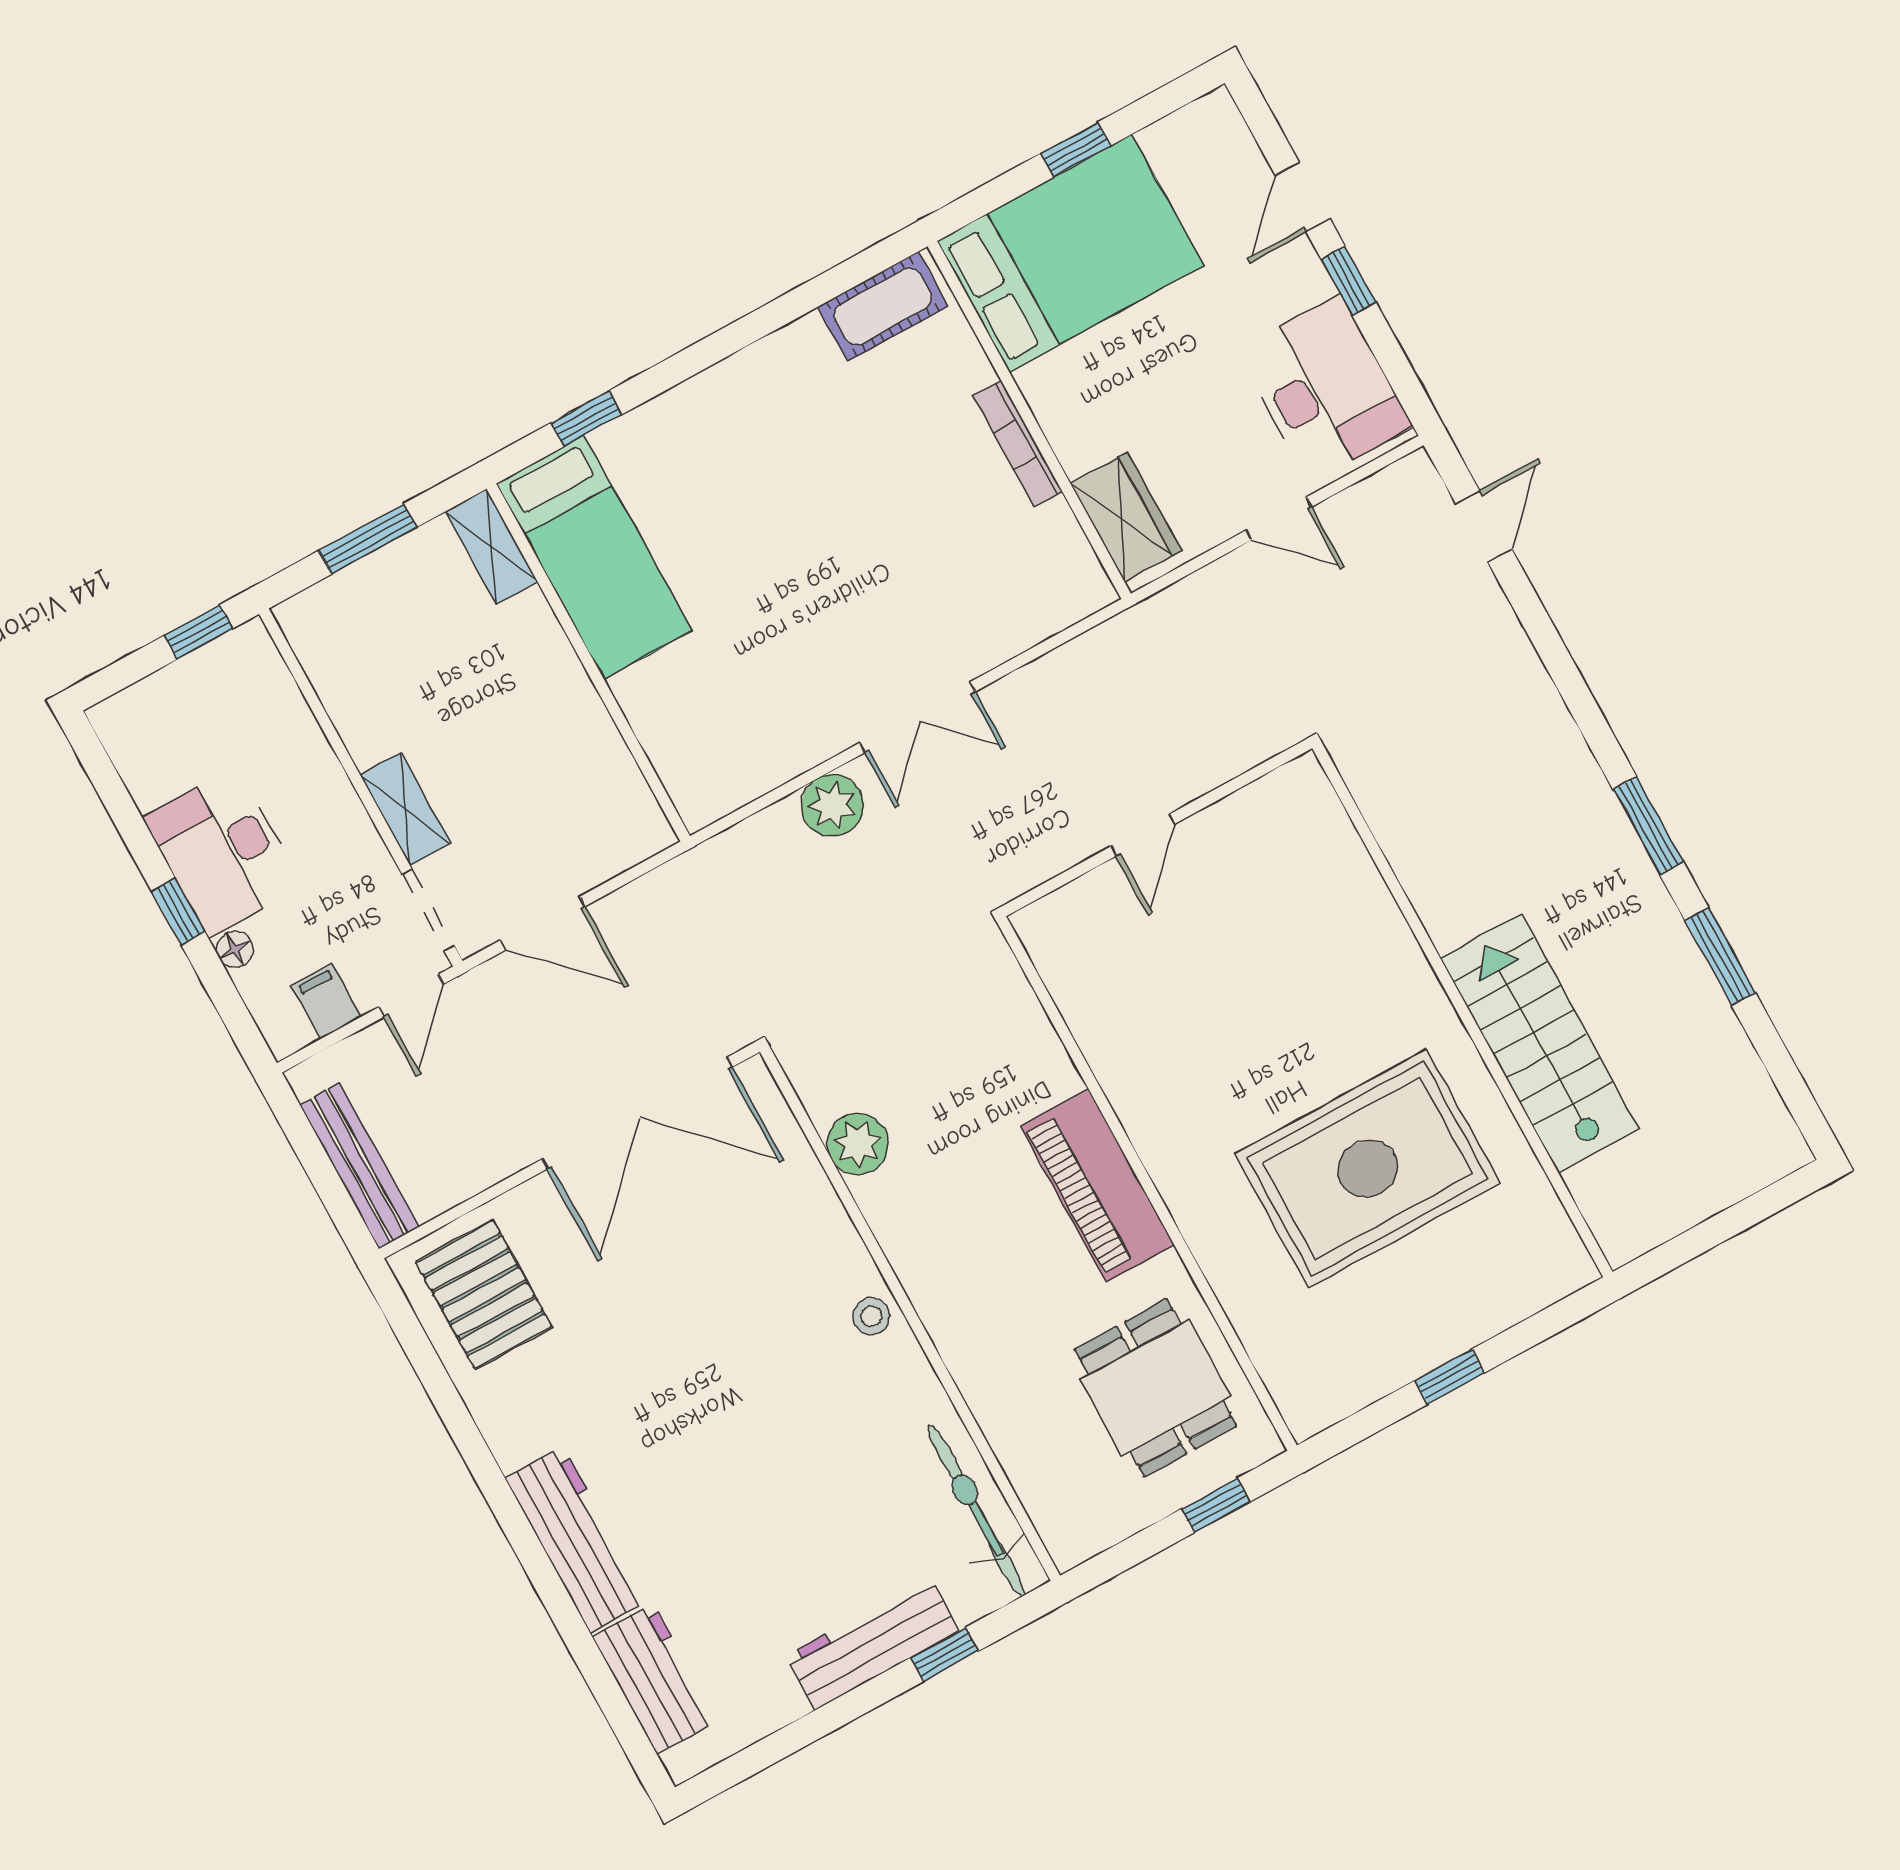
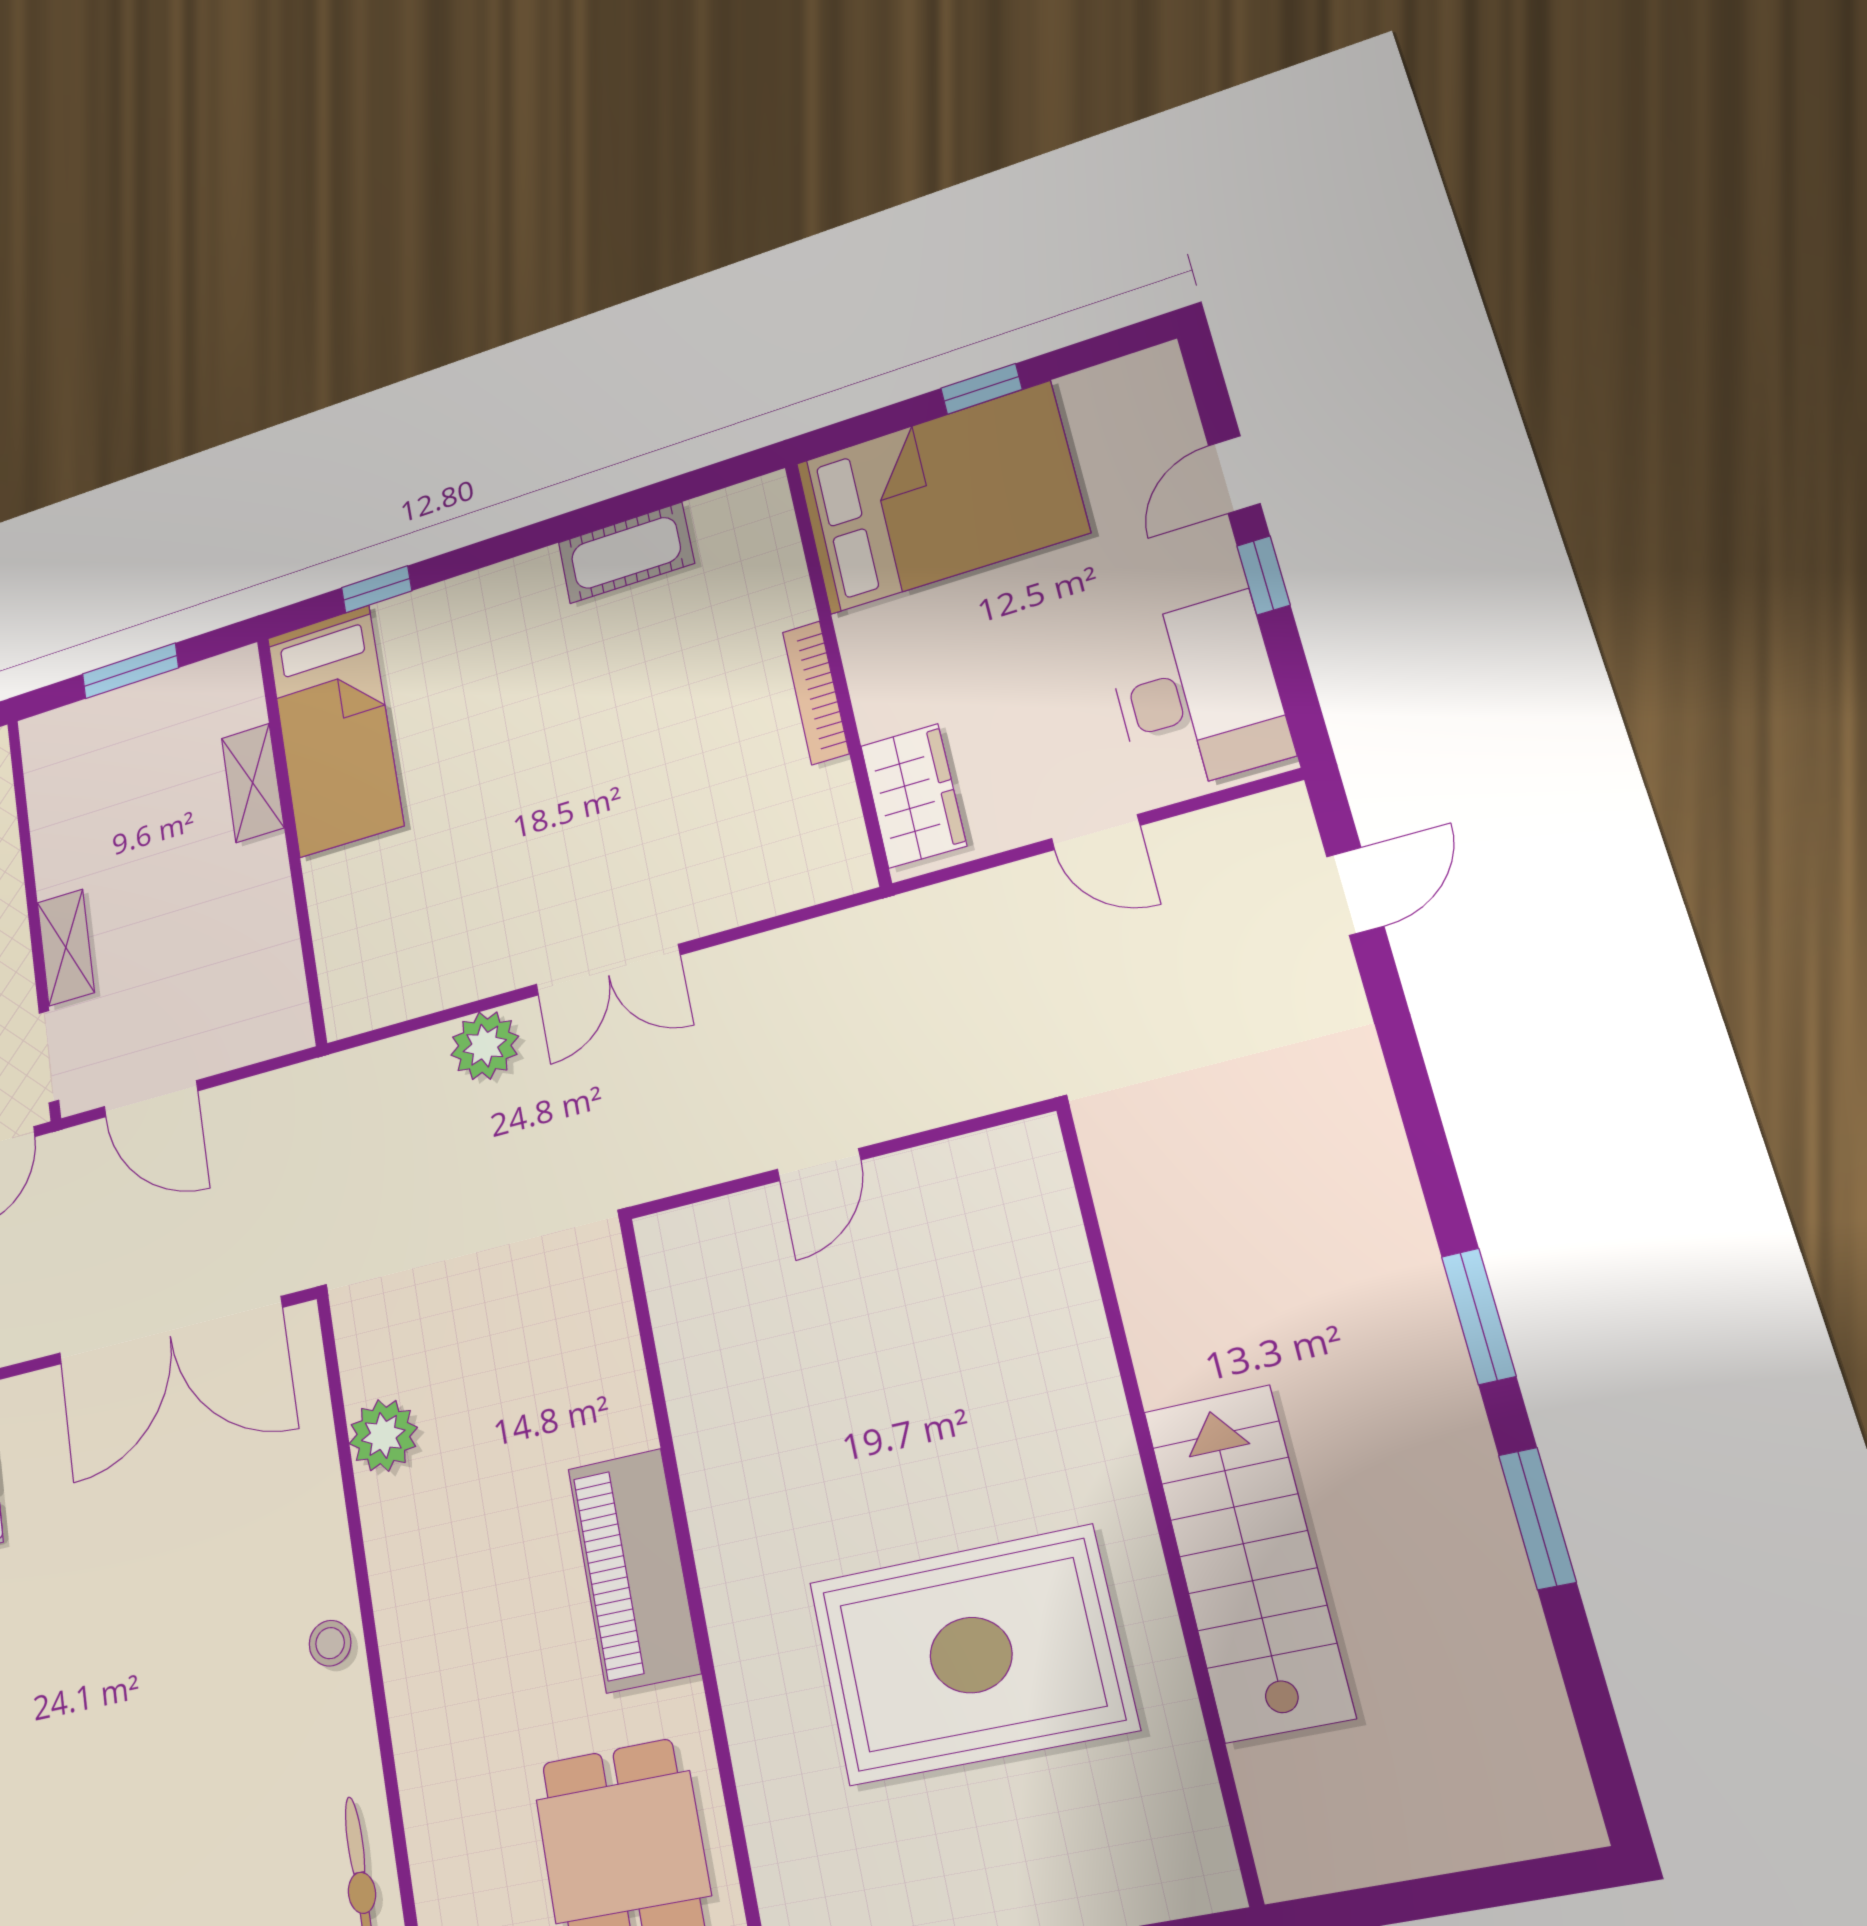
cot: (883, 306) -> (626, 553), moved
shelving: (491, 547) -> (253, 783), moved

